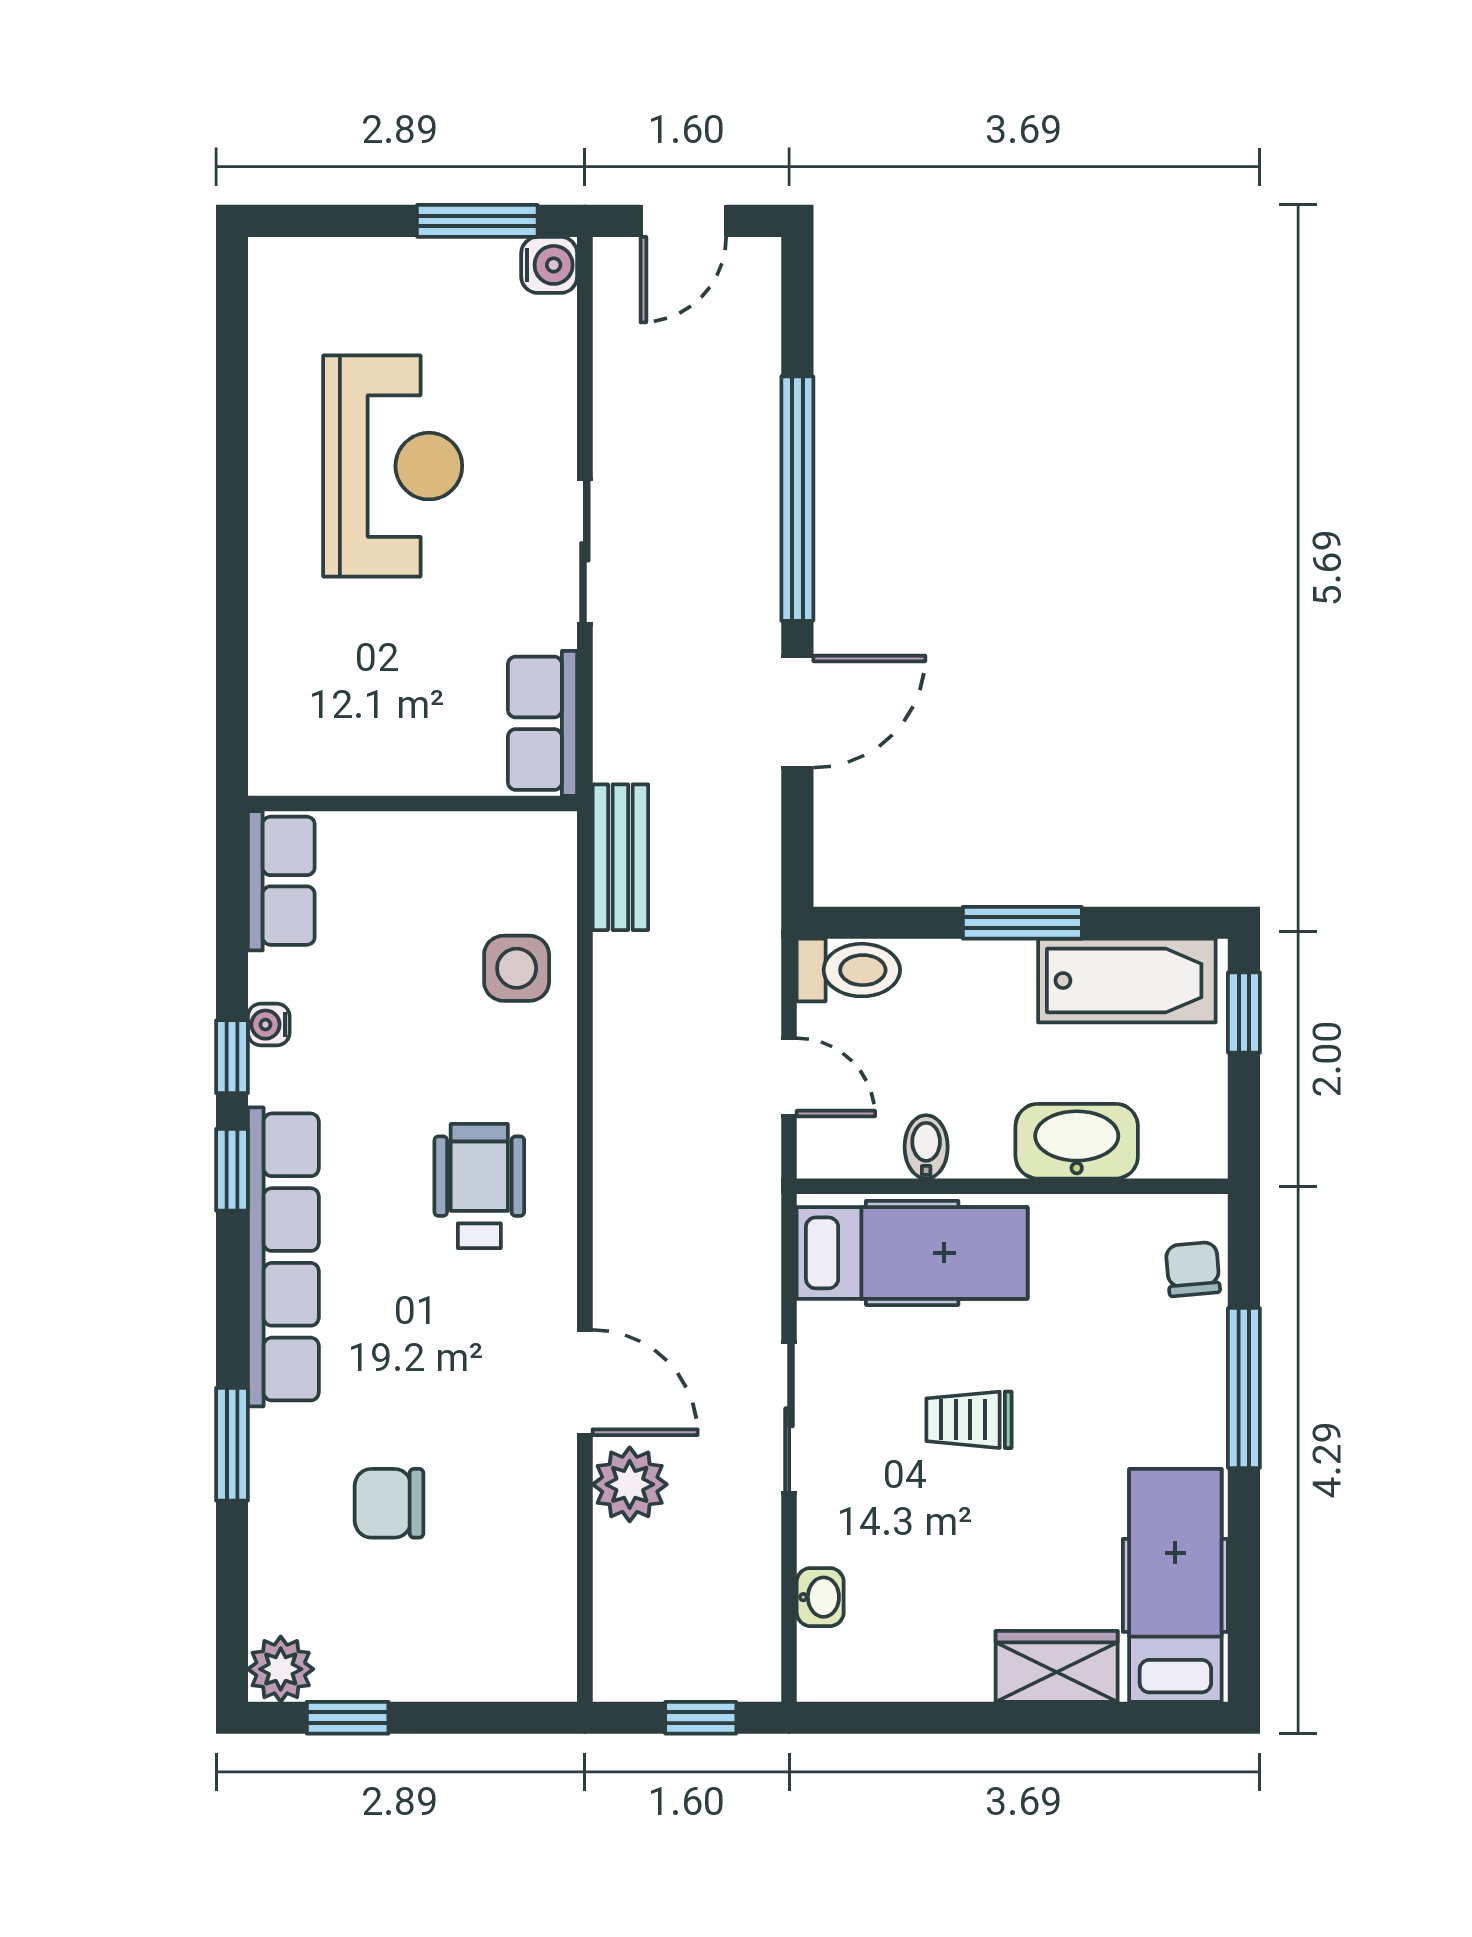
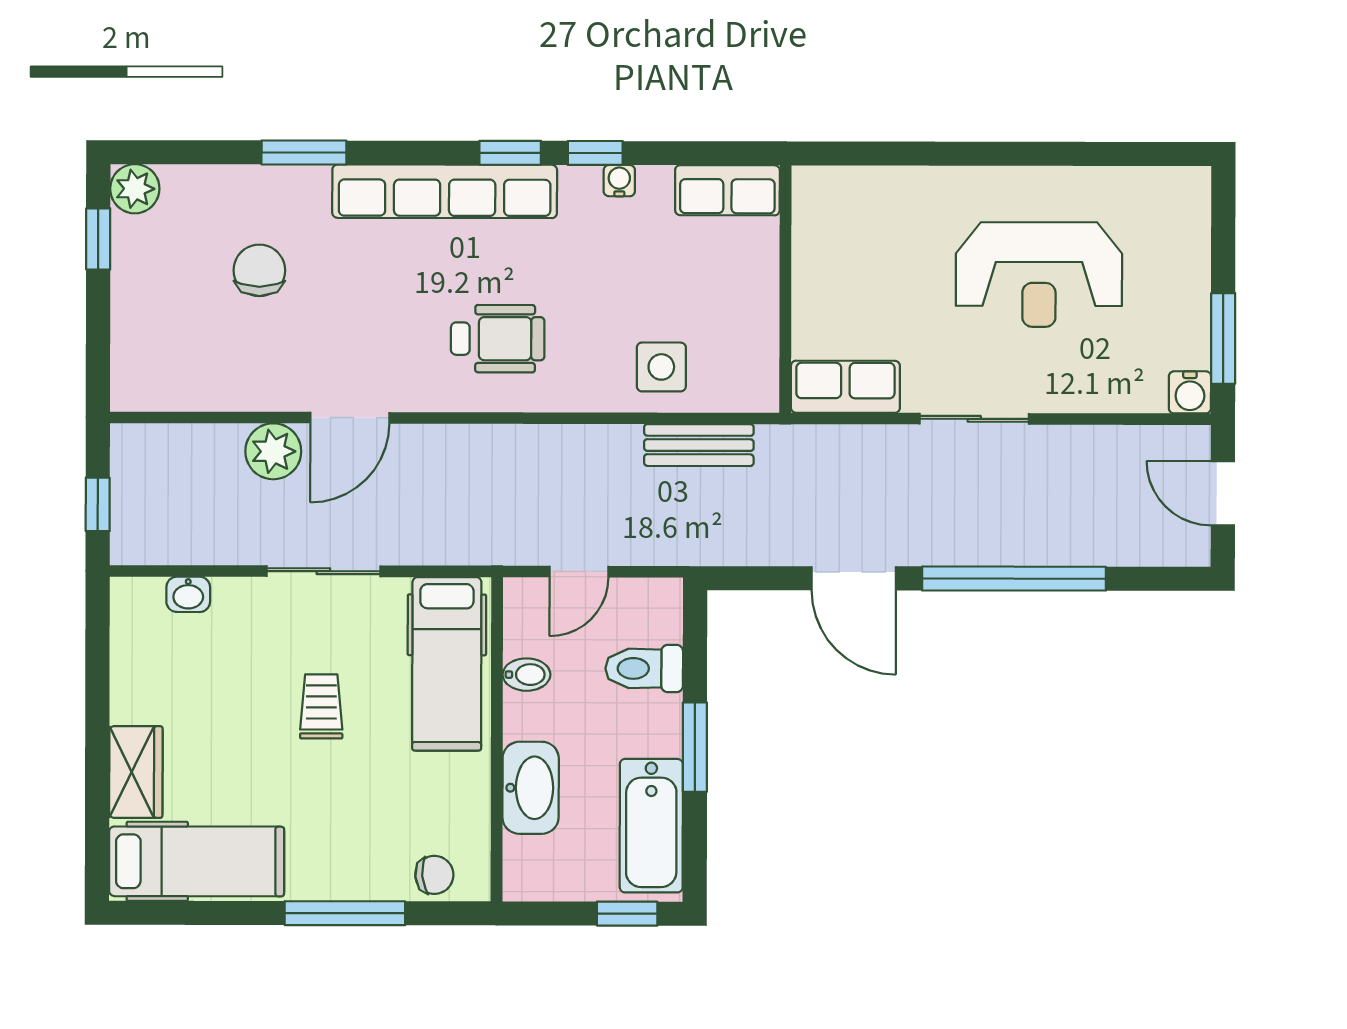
bench: (620, 857) -> (699, 445), moved
toilet: (848, 970) -> (644, 668), moved, turned 90

